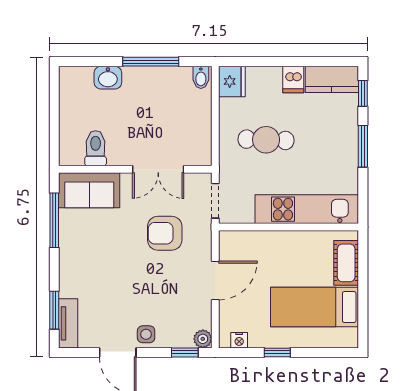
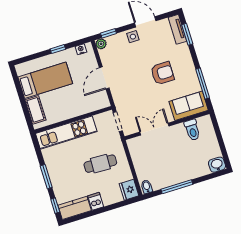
washbasin: (108, 78) -> (217, 165), moved
armchair: (165, 233) -> (162, 73), moved

